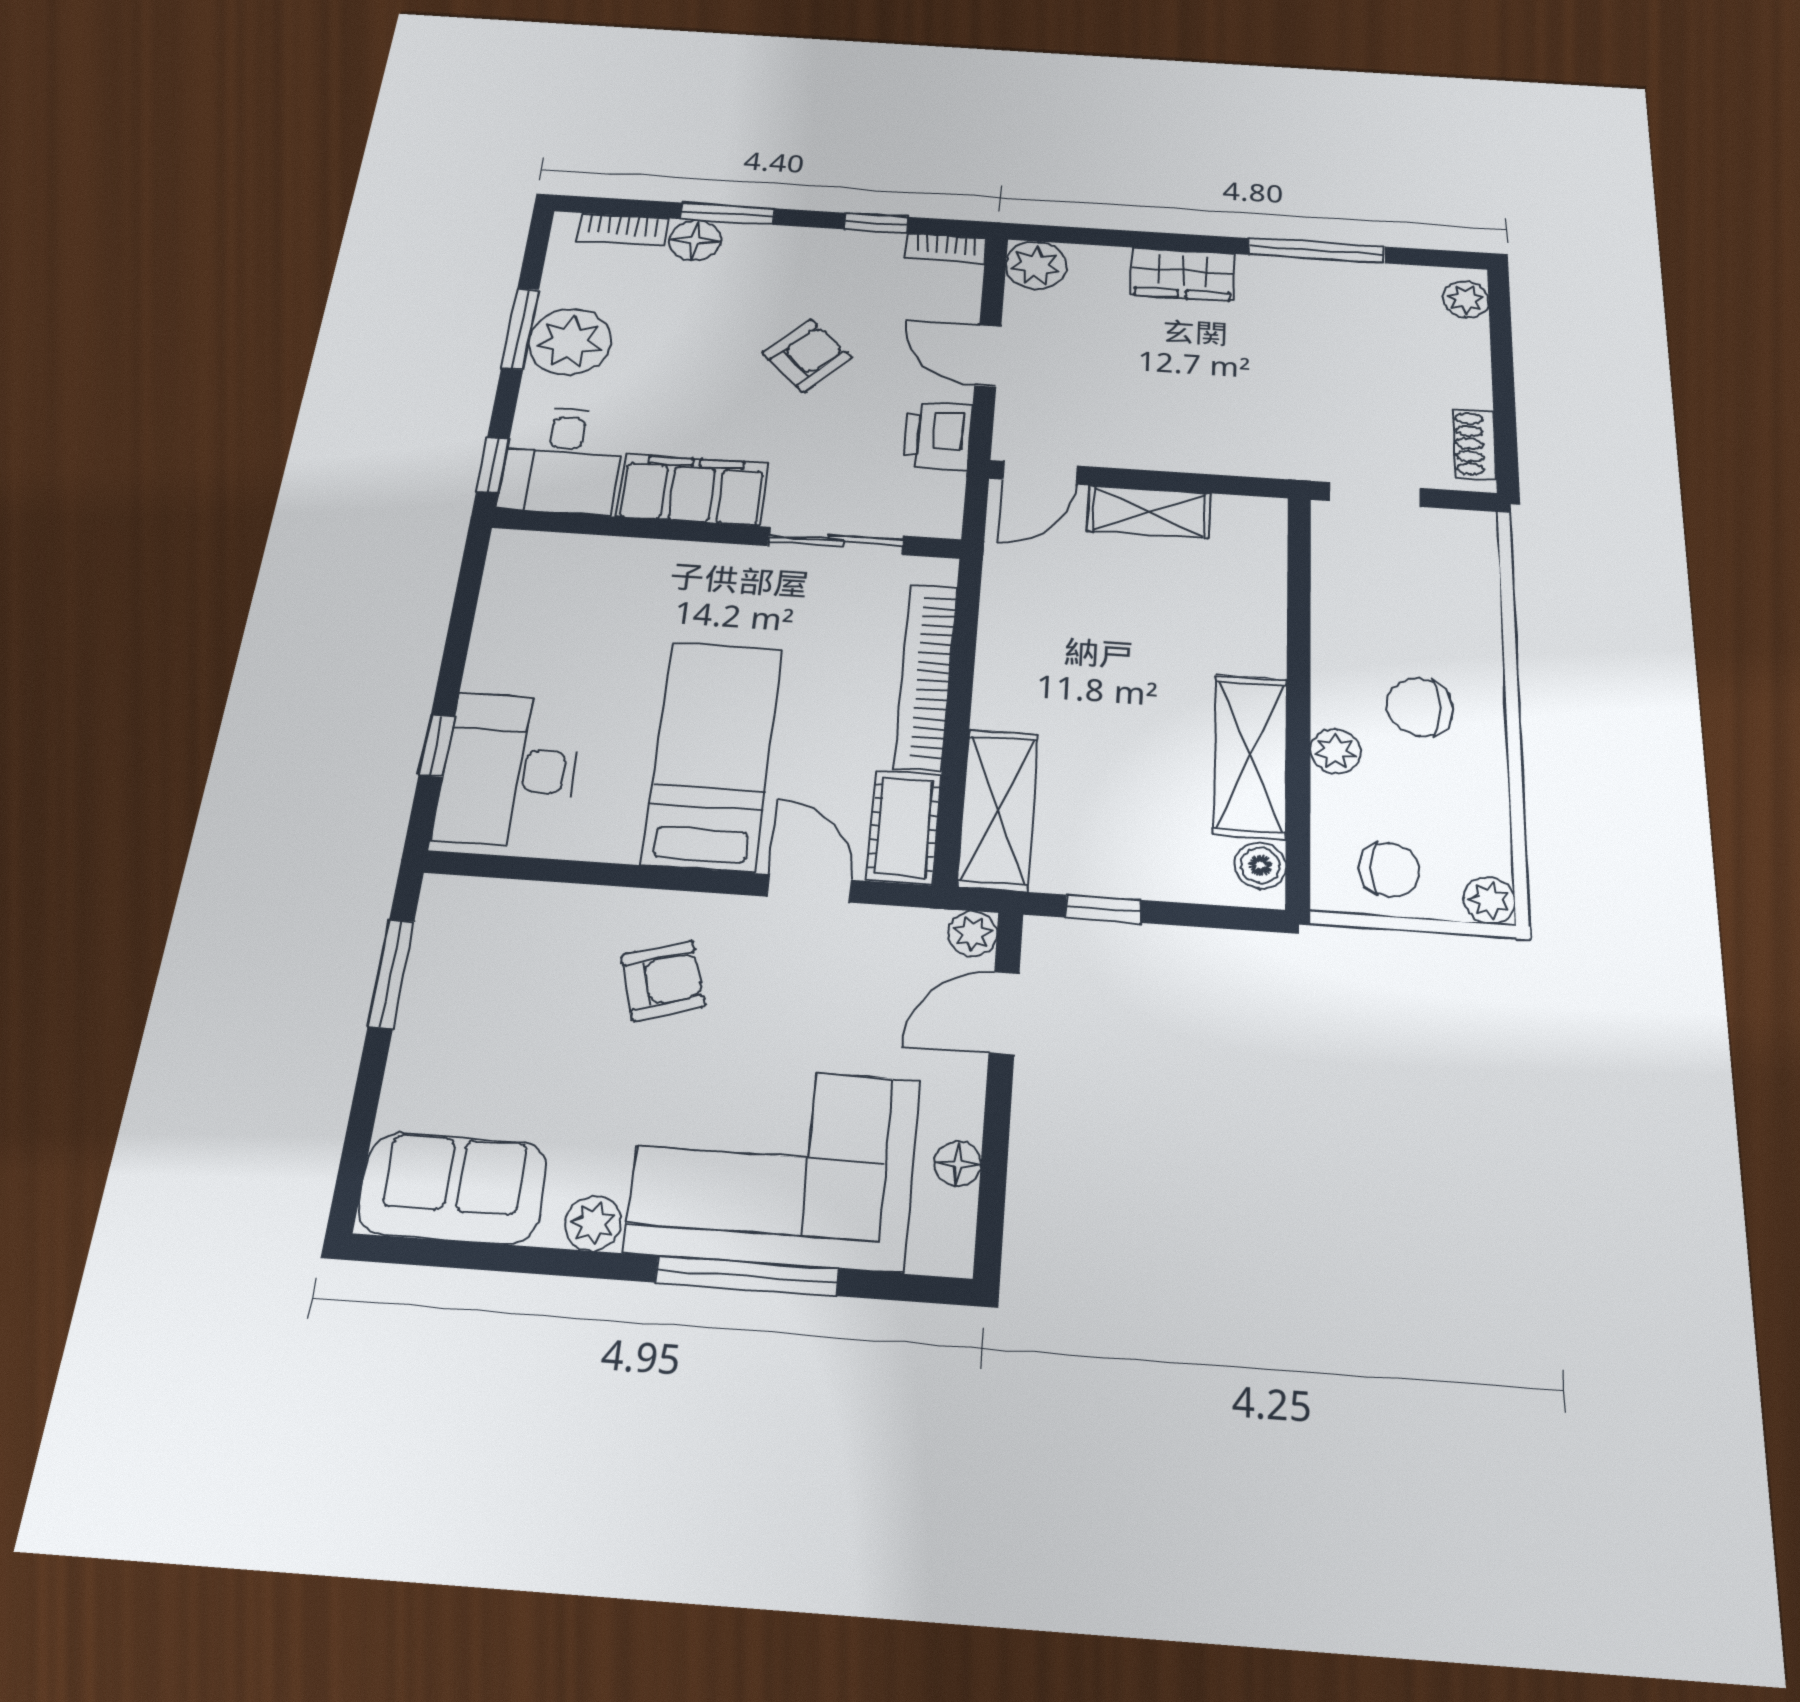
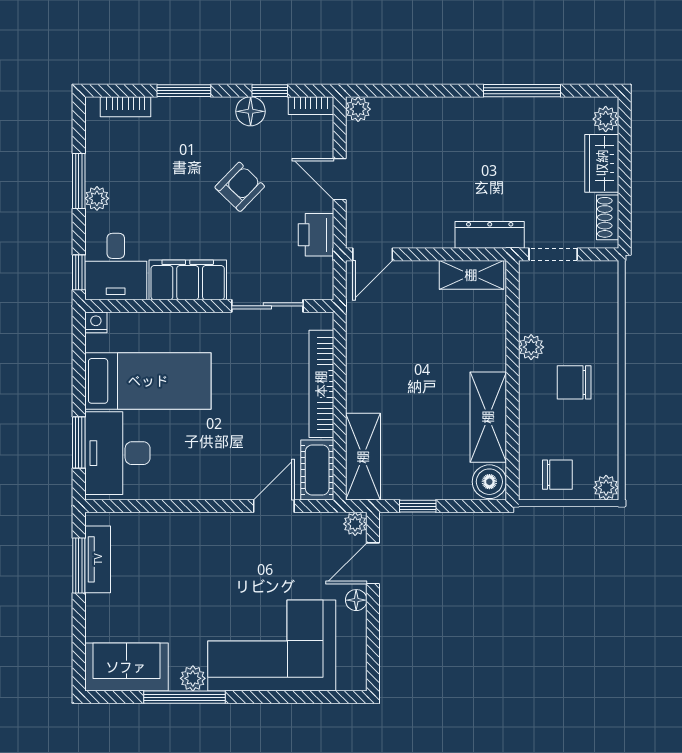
floor lamp: (695, 240) -> (251, 111), moved
plant: (1036, 265) -> (358, 109), width x0.73, depth x0.73
wardrobe: (1183, 274) -> (602, 163), moved, turned 90
plant: (570, 342) -> (97, 198), width x0.53, depth x0.53
dresser: (1257, 457) -> (490, 235), added
shelving: (1149, 512) -> (471, 275), moved
nightstand: (509, 546) -> (96, 322), added
window: (437, 746) -> (79, 442), width x1.50
plant: (1335, 751) -> (531, 347), moved
bed: (713, 755) -> (148, 381), moved, turned 90
boiler: (1260, 865) -> (489, 482), width x1.36, depth x1.36
door: (809, 888) -> (274, 506), hinge flipped
tv unit: (432, 965) -> (98, 559), added
armchair: (663, 981) -> (209, 559), removed
floor lamp: (958, 1164) -> (356, 600), moved
window: (747, 1276) -> (184, 697), moved

